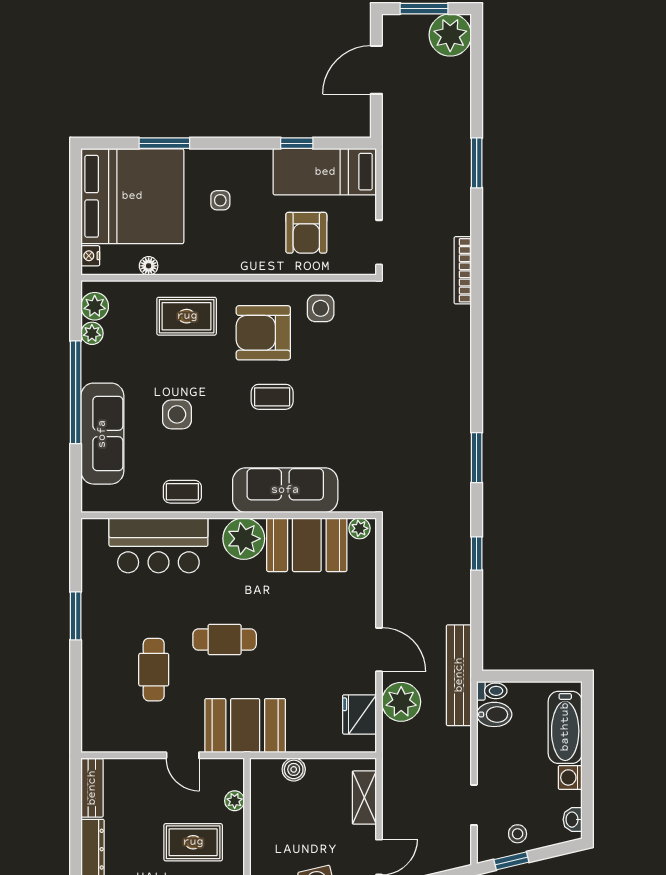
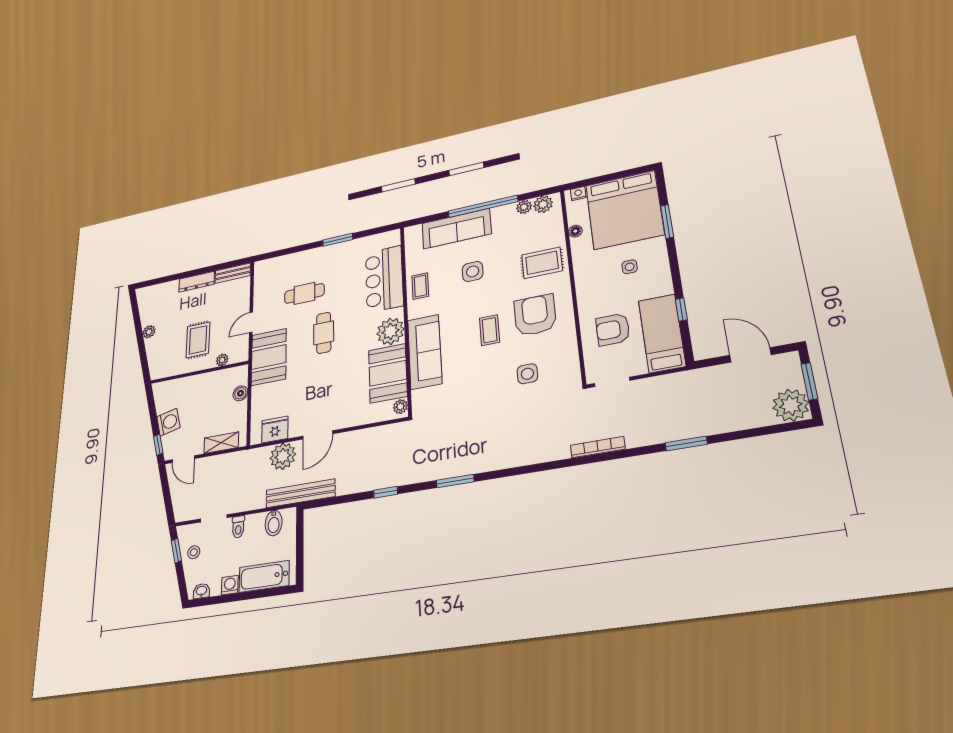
side table: (321, 308) -> (527, 374), moved
rug: (187, 316) -> (542, 263), turned 90
toilet: (492, 691) -> (238, 527), moved

